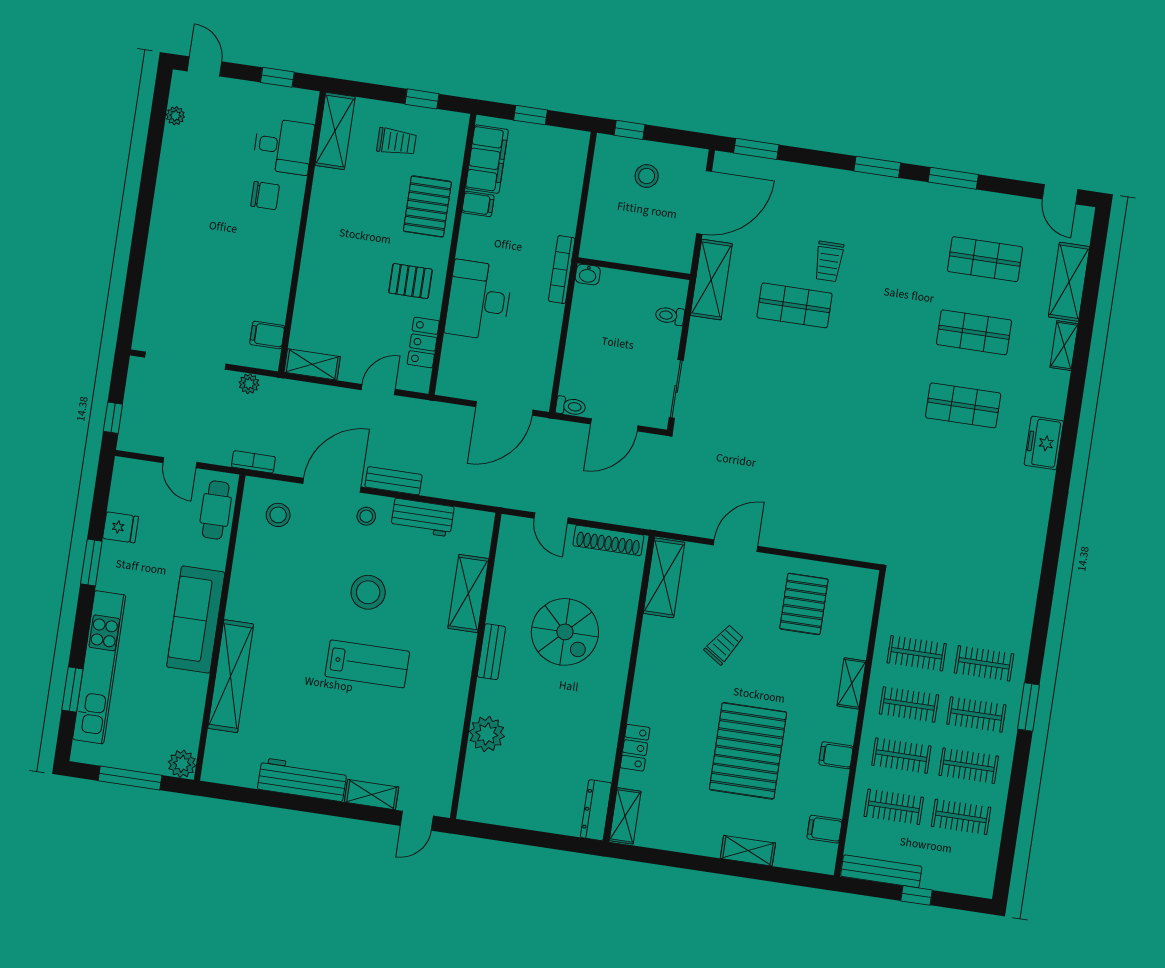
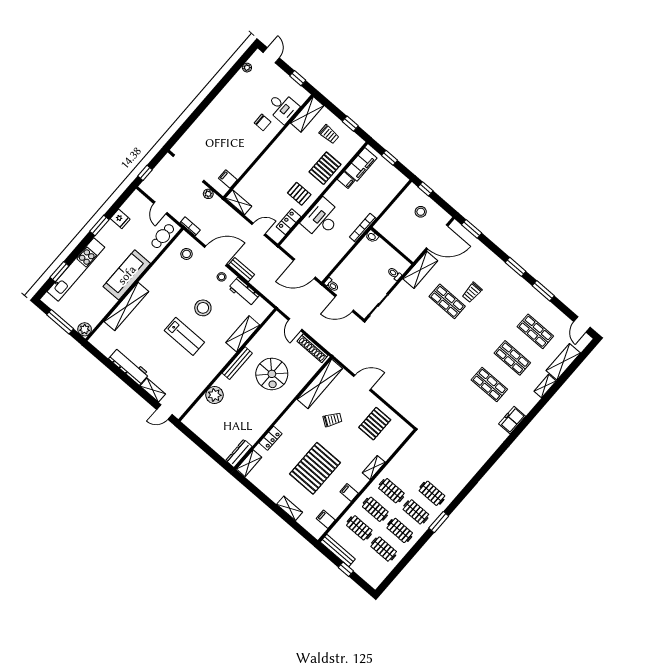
shelving: (664, 578) -> (320, 384), width x1.47
bench: (491, 652) -> (237, 363), width x1.36
clothes rail: (917, 653) -> (408, 472), removed

